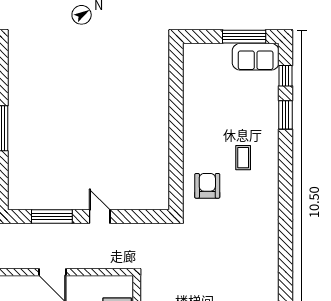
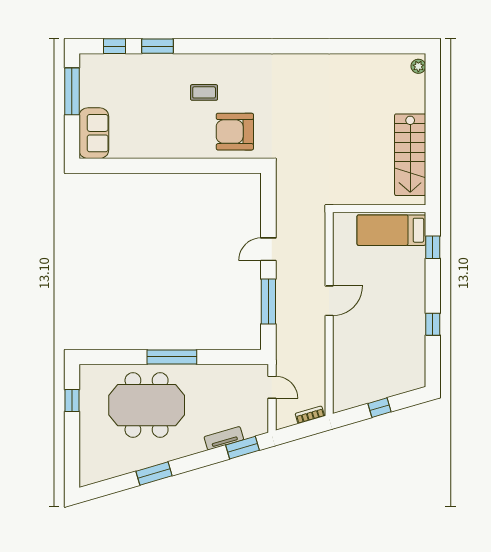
sofa: (256, 57) -> (94, 133), moved
armchair: (207, 186) -> (235, 132), width x1.36, depth x1.36

